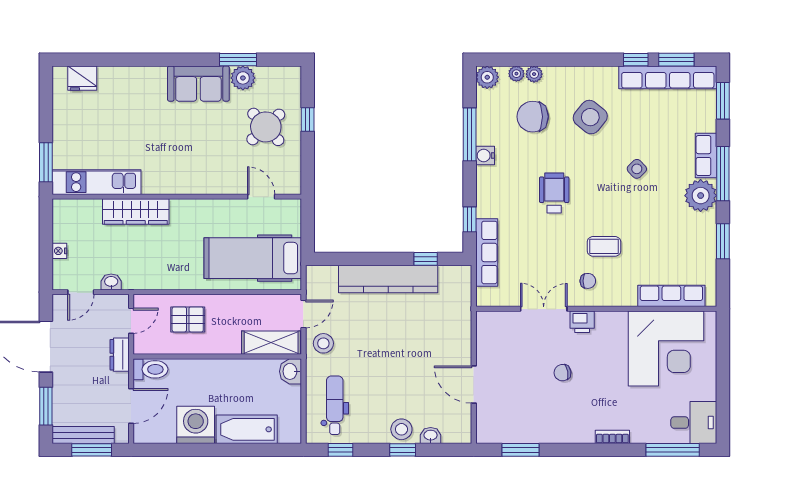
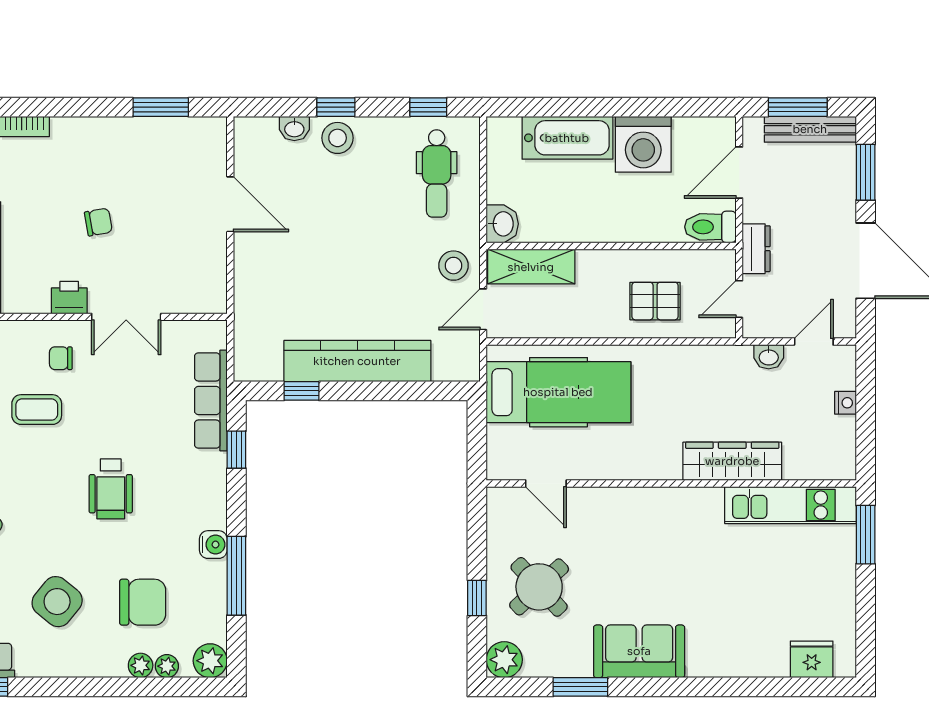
plant: (243, 78) -> (504, 660), moved

